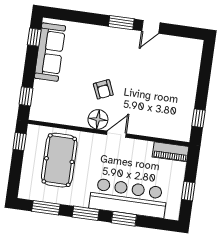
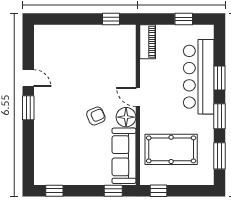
sofa: (50, 52) -> (124, 156), moved, turned -90

